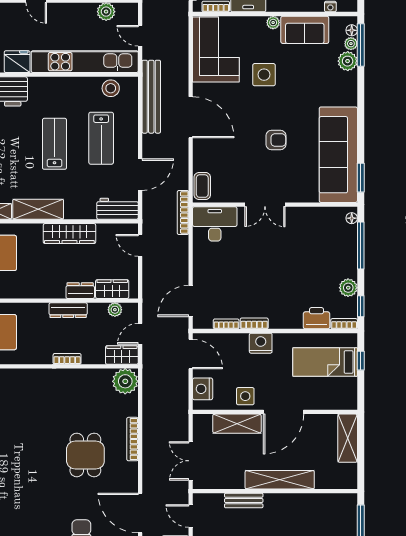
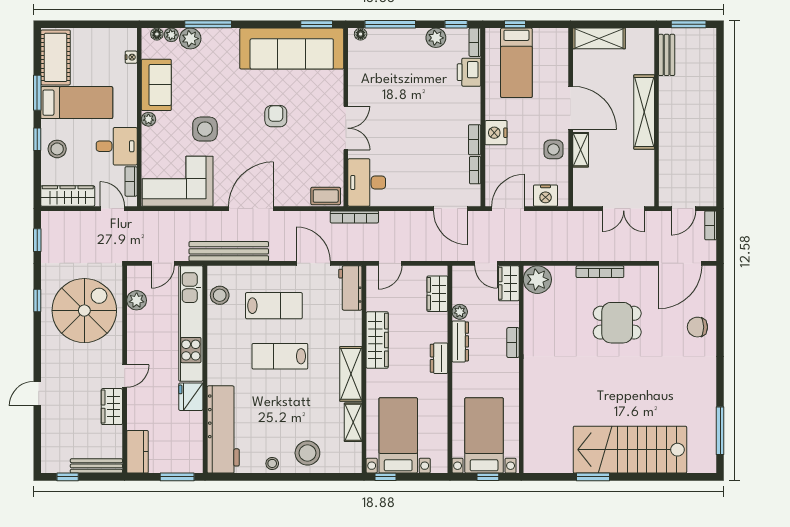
window: (361, 45) -> (208, 24), moved
dresser: (80, 291) -> (439, 358), moved
plant: (115, 310) -> (460, 312), moved
shelving: (237, 424) -> (581, 150), width x0.67, depth x0.75
bench: (244, 501) -> (667, 55), moved

